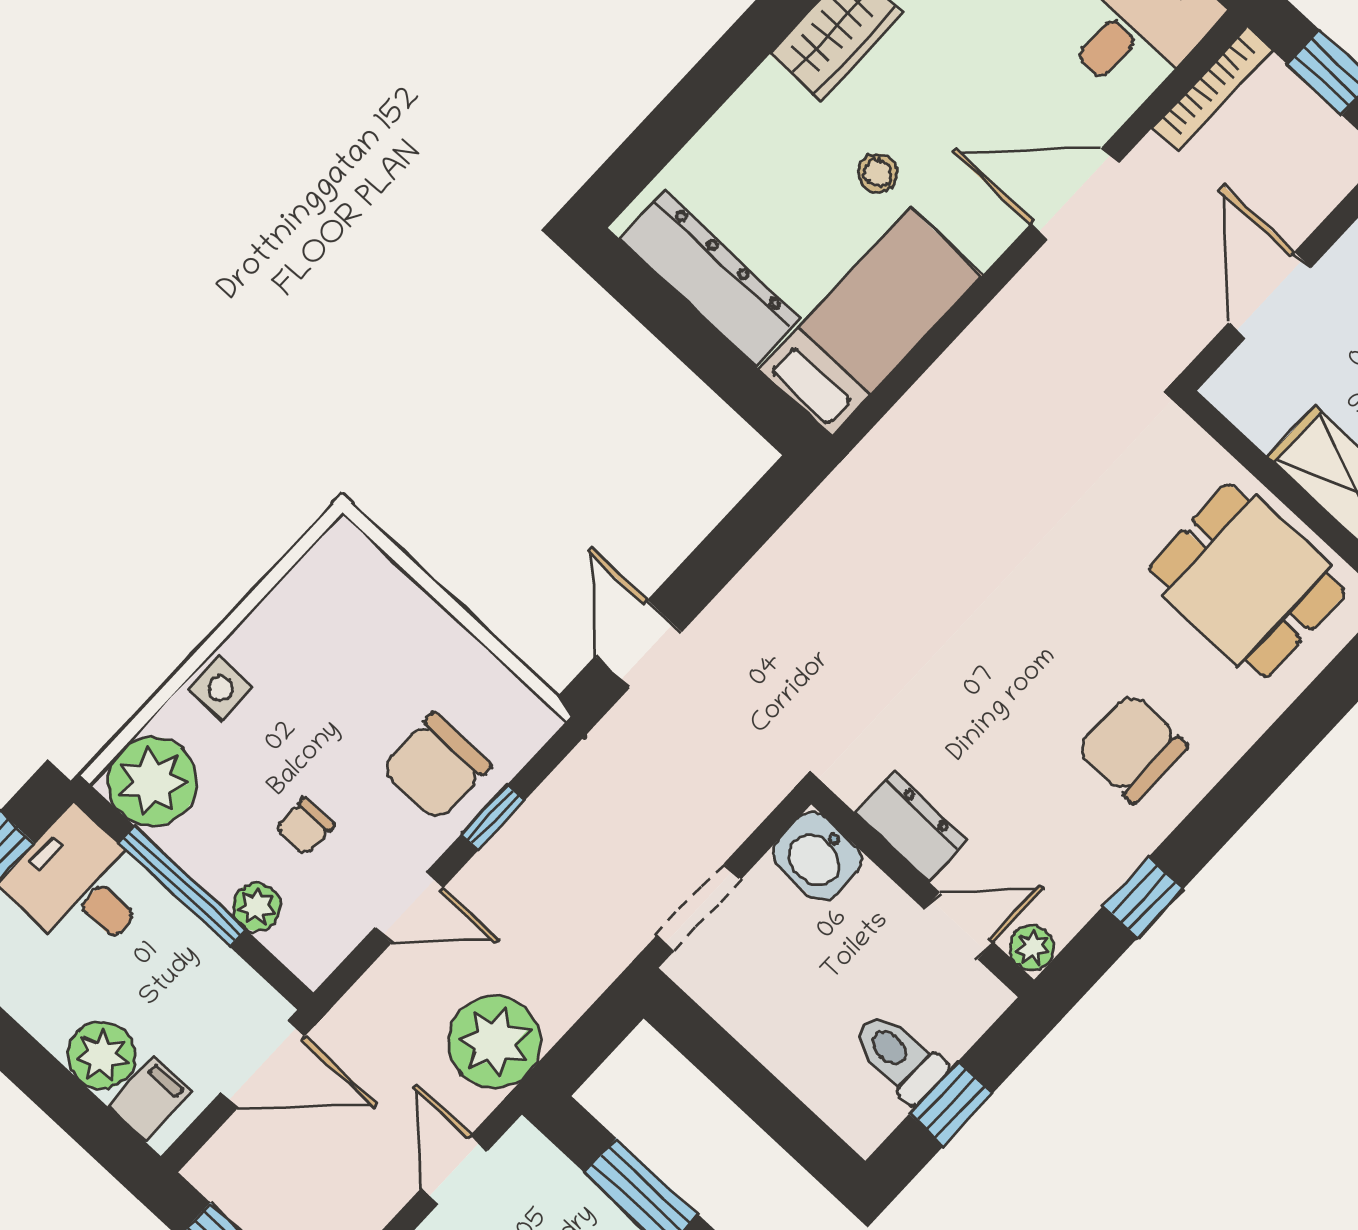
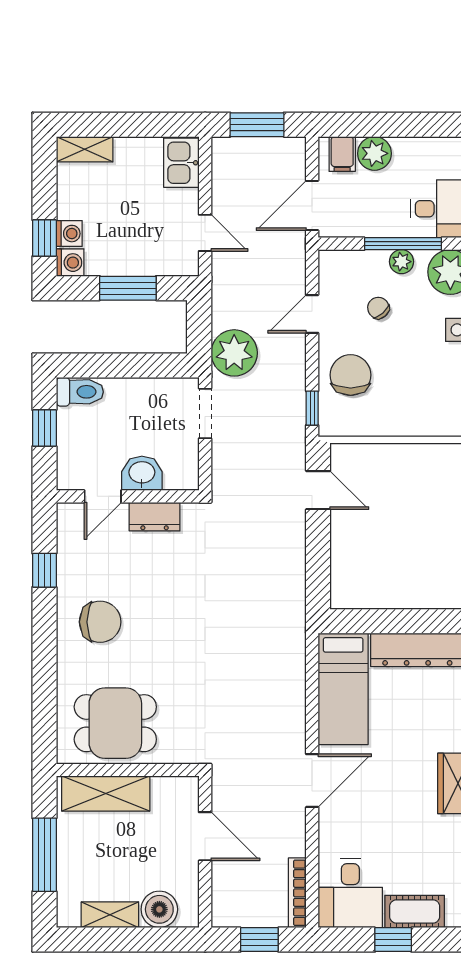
stool: (878, 173) -> (392, 746), removed
door: (1075, 193) -> (312, 781), moved
window: (493, 818) -> (312, 408), moved
chair: (305, 826) -> (378, 308), turned -41
washbasin: (817, 856) -> (142, 473), moved
plant: (257, 907) -> (401, 262), moved
plant: (1032, 948) -> (68, 513), removed
plant: (495, 1042) -> (234, 353), moved
toilet: (899, 1057) -> (80, 392), moved

